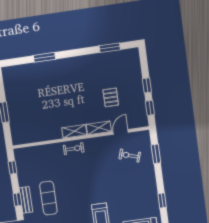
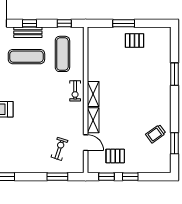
trolley: (103, 67) -> (156, 134), added
pallet: (111, 97) -> (115, 156), moved
pallet: (19, 100) -> (134, 41), added
exercise mat: (41, 165) -> (62, 54), added

